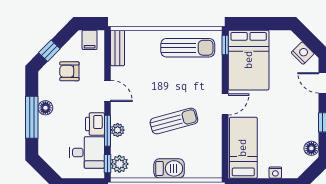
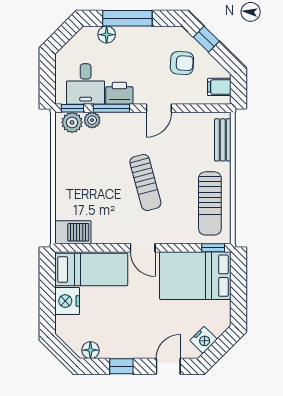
bench: (118, 48) -> (223, 140), moved, turned 90
armchair: (69, 71) -> (182, 63), turned 93
floor lamp: (45, 108) -> (107, 35), moved
sun lounger: (174, 121) -> (145, 182), moved
plant: (118, 130) -> (92, 120), moved
barbecue: (169, 168) -> (73, 232), moved, turned -90
nightstand: (275, 173) -> (67, 301), width x1.89, depth x1.79

